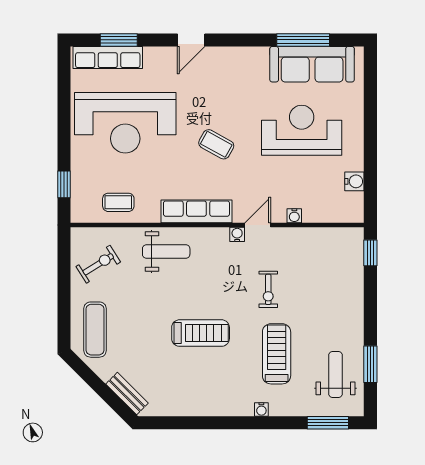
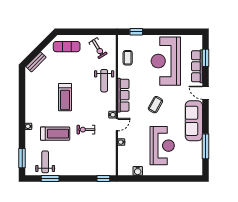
row of seats: (108, 57) -> (197, 66), moved
sofa: (312, 64) -> (194, 121), moved
door: (258, 225) -> (117, 125), hinge flipped
weight bench: (336, 375) -> (45, 162), turned -90

